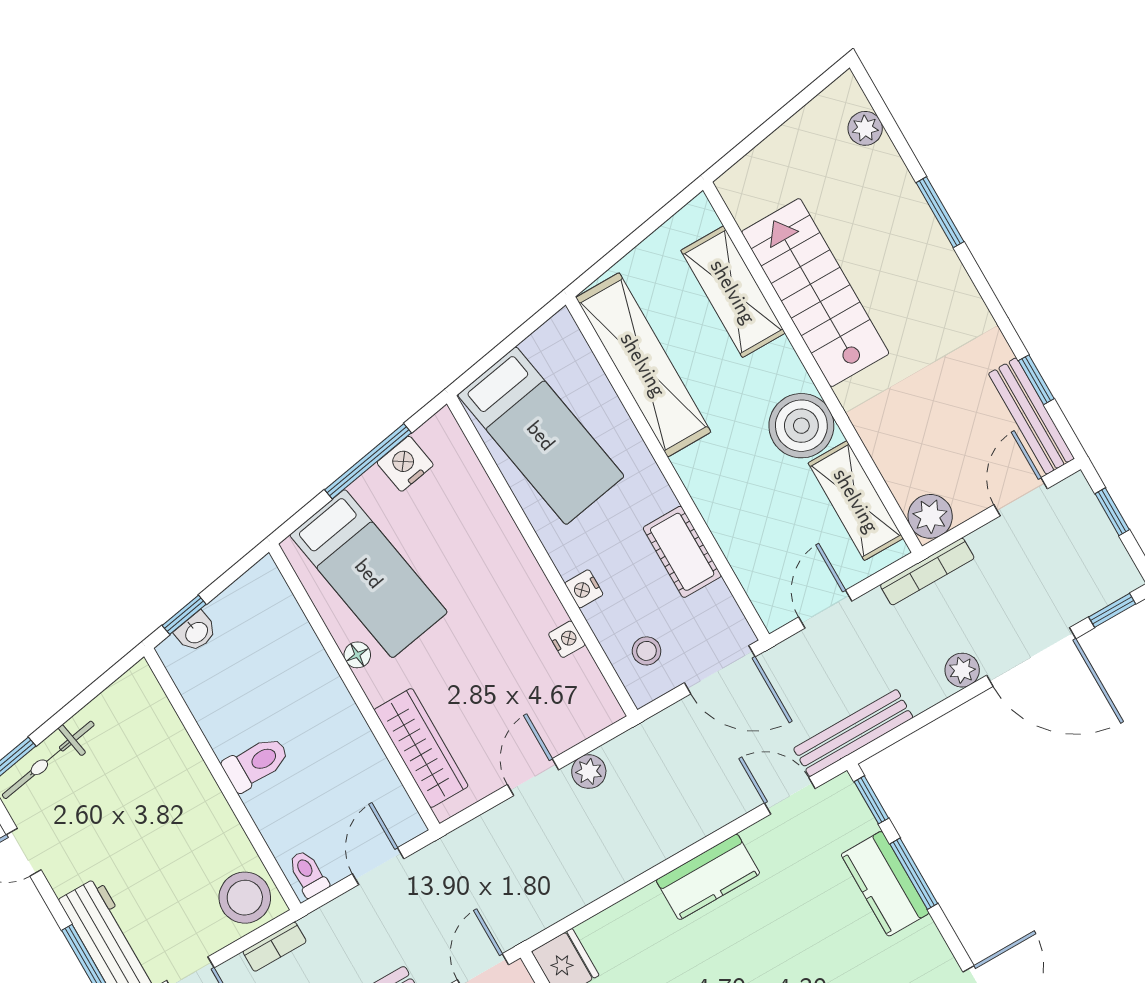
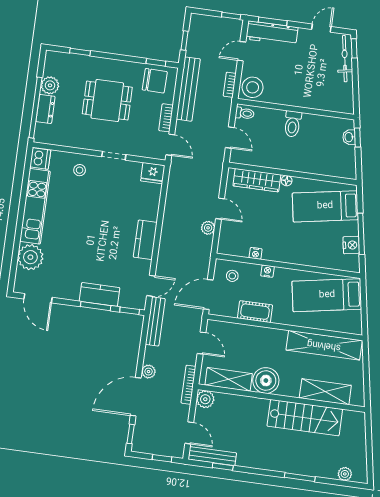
floor lamp: (357, 655) -> (287, 181), moved

